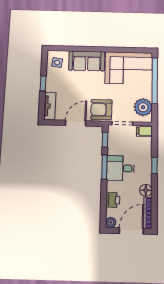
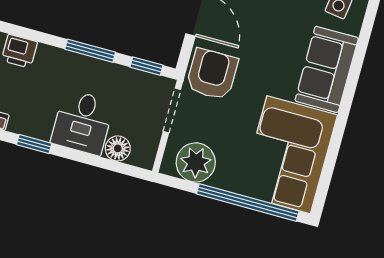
filing cabinet: (144, 131) -> (145, 152), removed
window: (154, 165) -> (34, 144), moved
desk: (120, 168) -> (82, 122), moved, turned 180
floor lamp: (146, 190) -> (118, 148), moved

